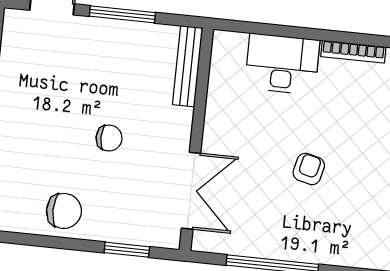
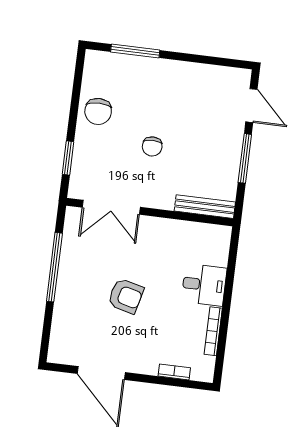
desk: (282, 64) -> (204, 285), width x0.73
armchair: (309, 169) -> (126, 296), width x1.38, depth x1.38

